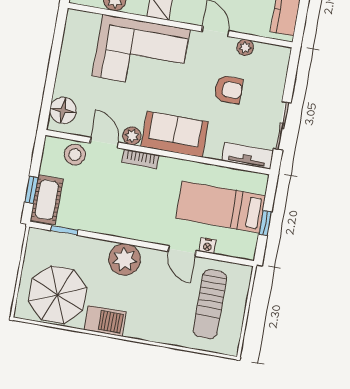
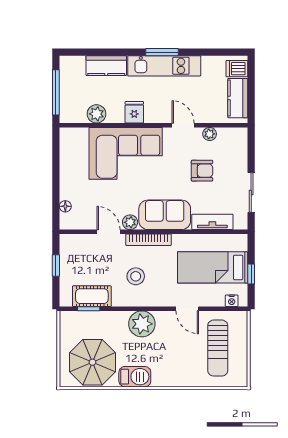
floor lamp: (63, 110) -> (65, 206), width x0.53, depth x0.53
stool: (75, 155) -> (136, 276), moved
tv unit: (248, 156) -> (212, 222), moved
bookcase: (140, 159) -> (148, 240), width x1.56
window: (31, 190) -> (56, 266), moved
cot: (47, 200) -> (92, 296), moved, turned 90
nightstand: (208, 246) -> (232, 301), moved

